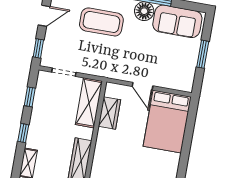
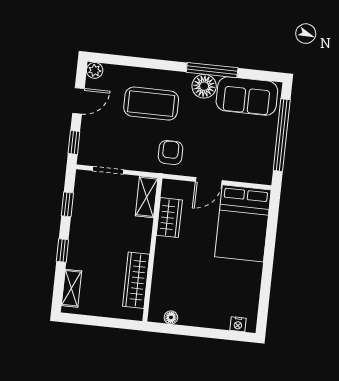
window: (203, 54) -> (282, 135), width x2.11
armchair: (114, 62) -> (171, 152), added
door: (143, 86) -> (209, 181), hinge flipped
shelving: (89, 103) -> (147, 197), width x0.67, depth x0.75

